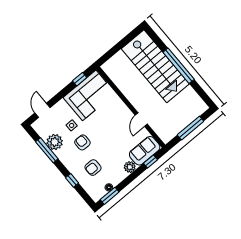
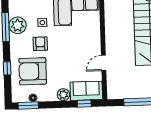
armchair: (93, 168) -> (33, 71), width x1.88, depth x1.88

